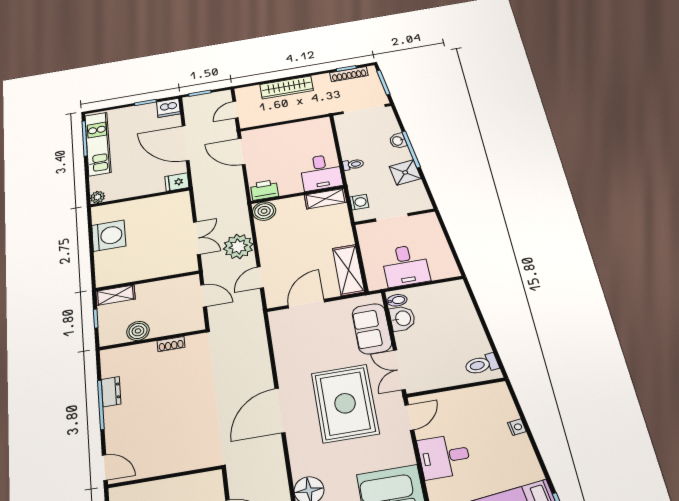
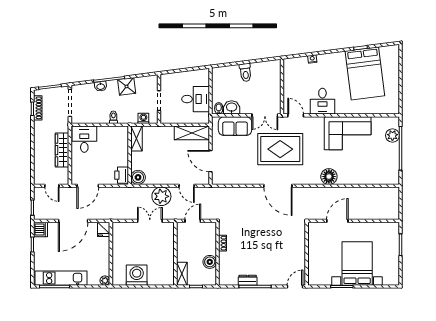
wardrobe: (287, 87) -> (62, 150), moved, turned 180
desk: (321, 172) -> (84, 139), moved, turned -90
toilet: (482, 364) -> (245, 72), moved

